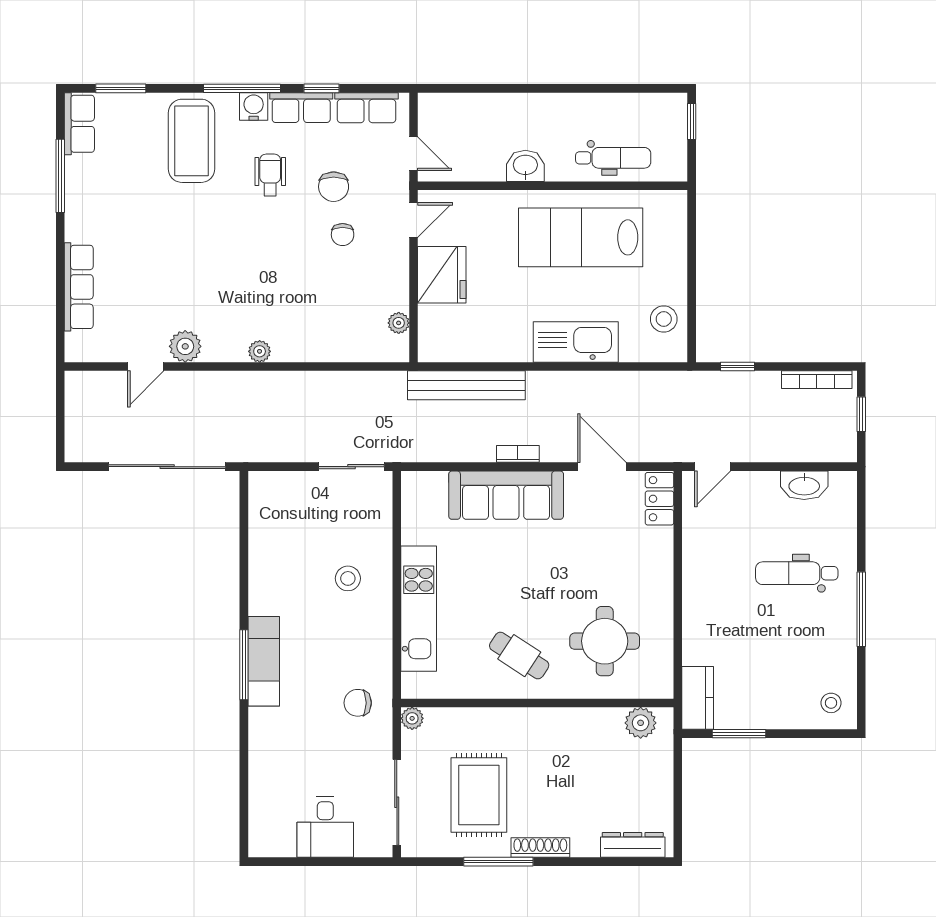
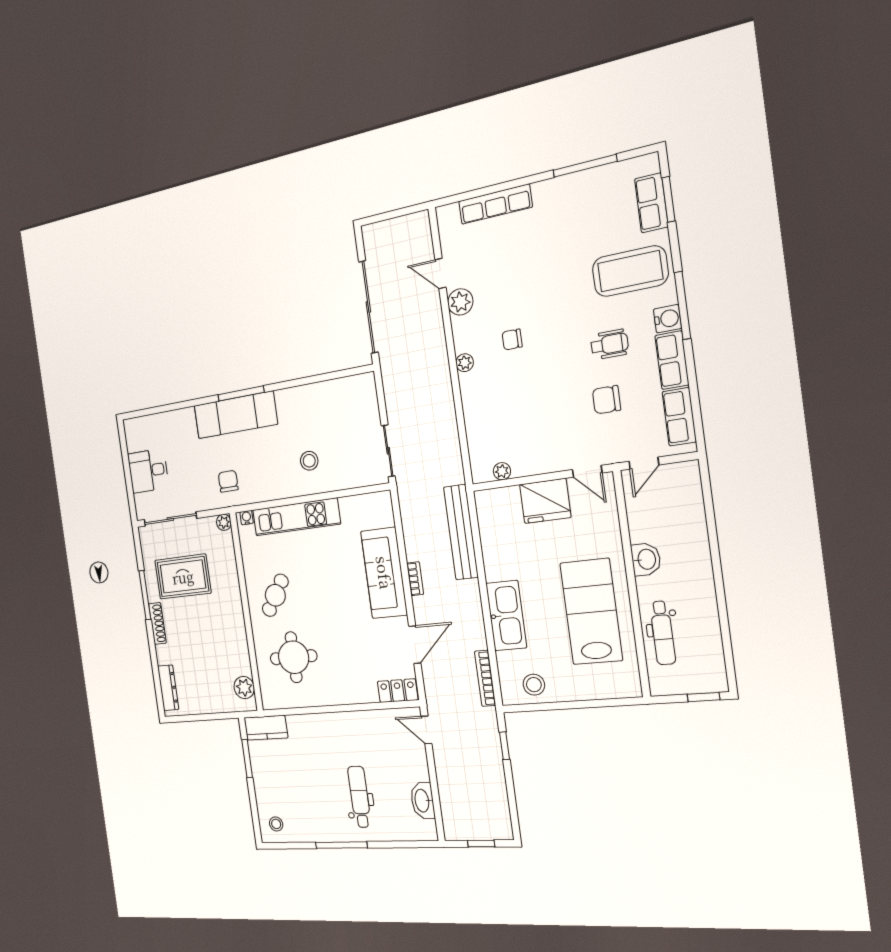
window: (321, 88) -> (692, 375), removed
row of seats: (79, 124) -> (651, 203), moved, turned 90
chair: (343, 235) -> (512, 340), moved
bookcase: (817, 380) -> (485, 678), moved
exam couch: (264, 661) -> (235, 415), width x1.36, depth x1.45
water cooler: (410, 683) -> (247, 518), added

